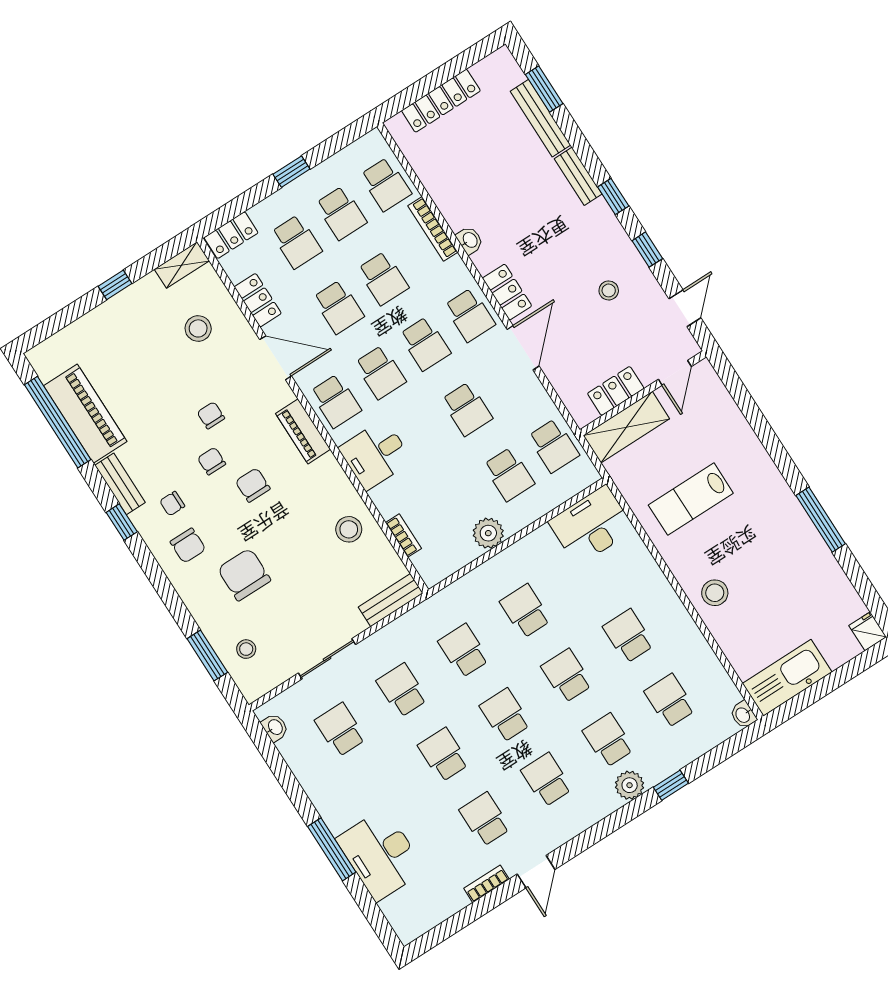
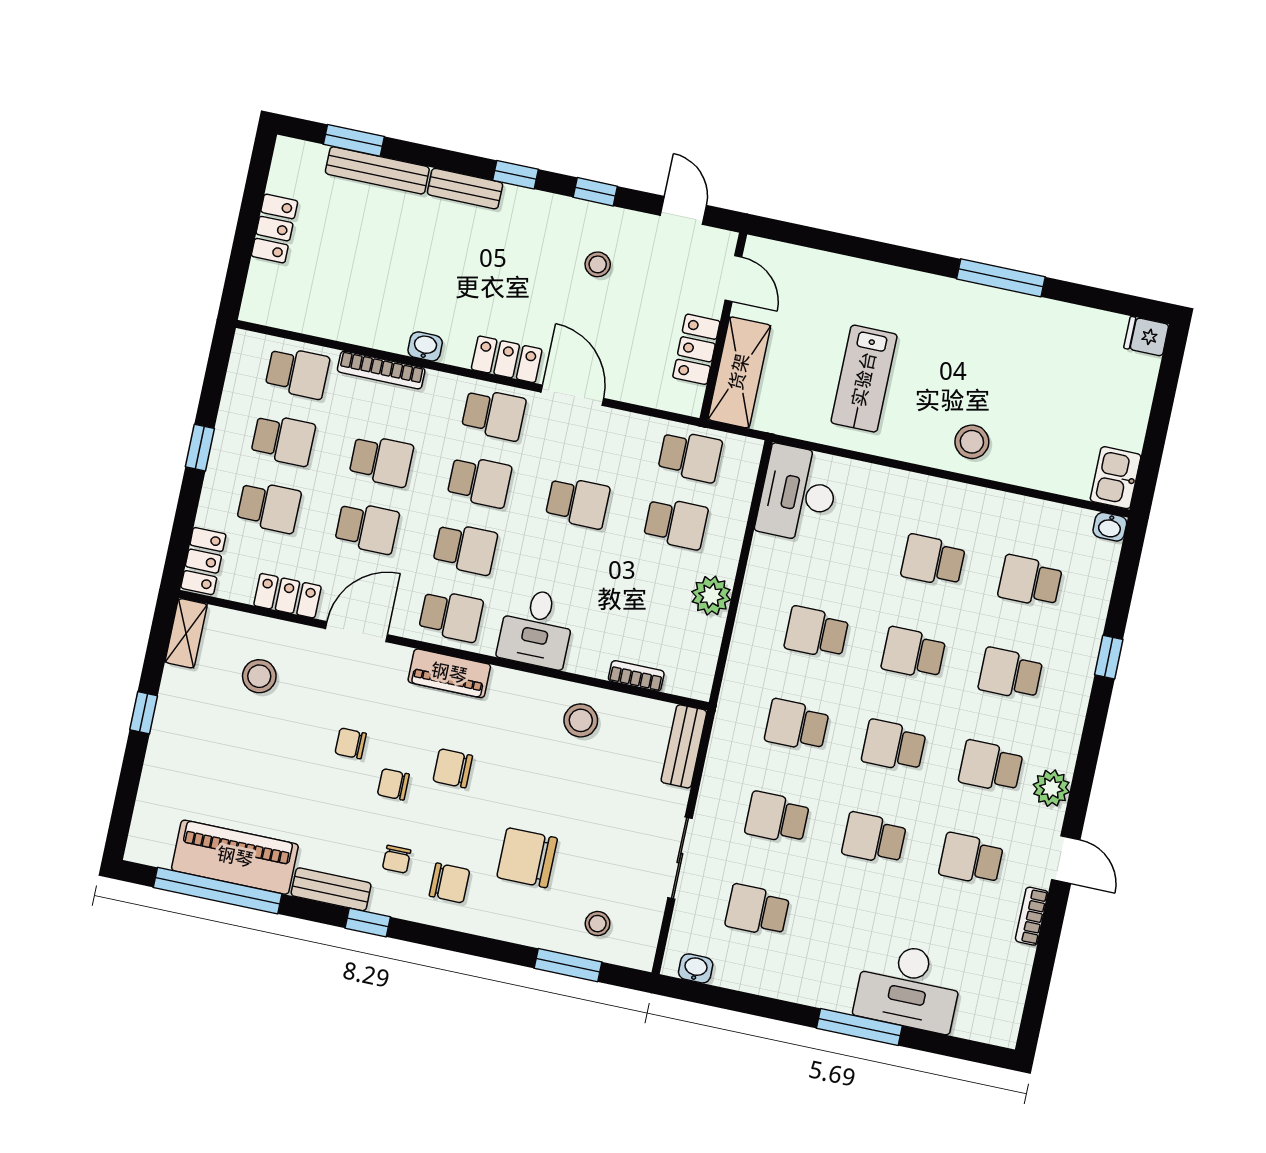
locker: (441, 101) -> (274, 229), width x0.66
kitchen sink: (787, 678) -> (1116, 478), width x0.53, depth x0.81
plant: (630, 785) -> (1051, 788), moved

